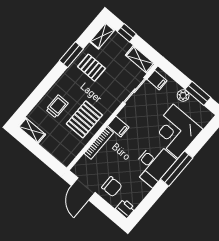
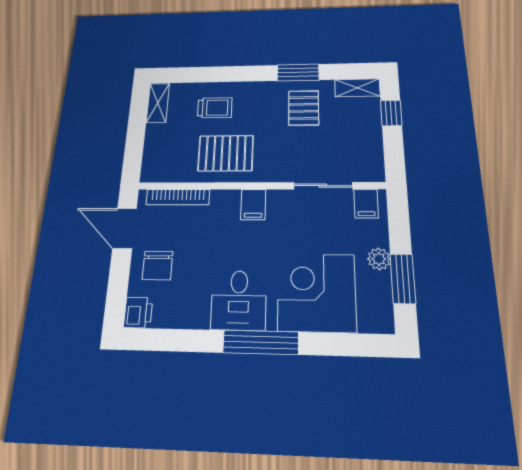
shelving: (140, 60) -> (372, 158), removed
bookcase: (99, 143) -> (178, 197), moved
desk: (154, 164) -> (239, 300), width x0.73
door: (83, 189) -> (125, 228), hinge flipped

